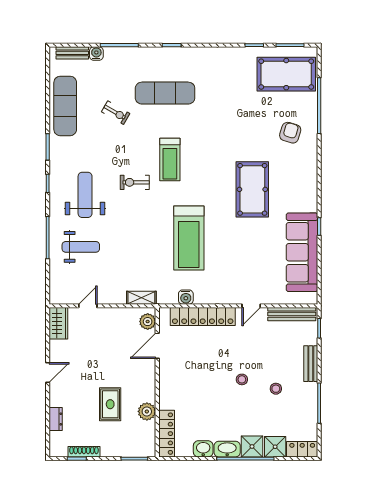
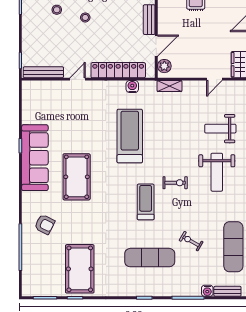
pool table: (286, 74) -> (80, 269), moved, turned 90
armchair: (290, 133) -> (45, 224), turned -80
sofa: (302, 252) -> (35, 158), moved
bench: (311, 364) -> (149, 20), moved

